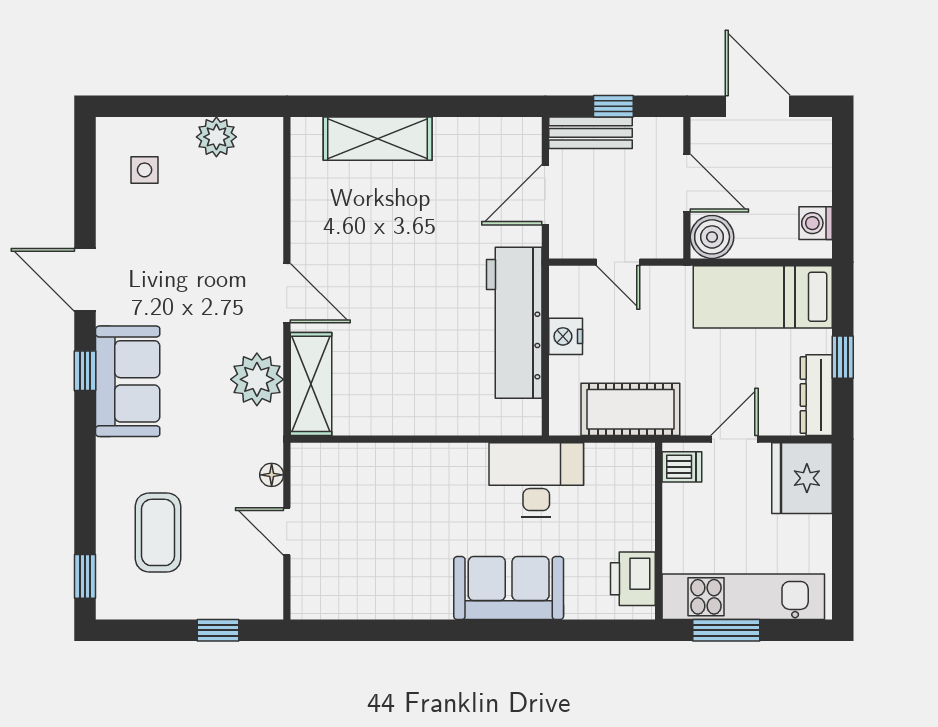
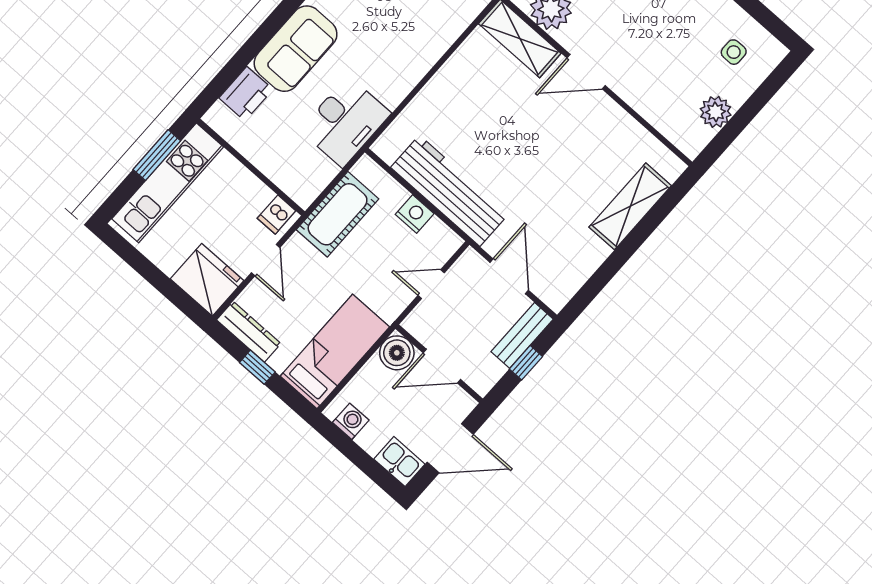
kitchen sink: (813, 143) -> (399, 462), added
printer: (633, 579) -> (246, 94), moved, turned 90

